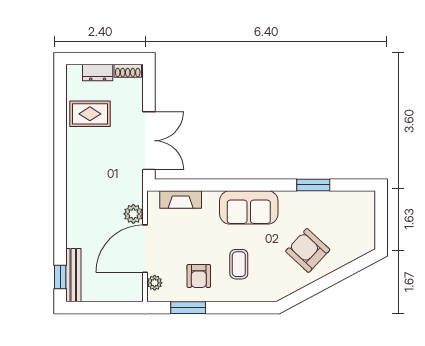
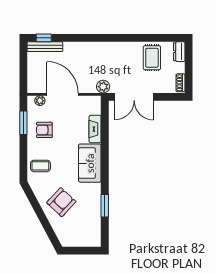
dresser: (98, 73) -> (179, 52), moved
fireplace: (181, 199) -> (95, 129), moved
plant: (133, 214) -> (103, 87), moved
coffee table: (239, 264) -> (40, 166), moved

